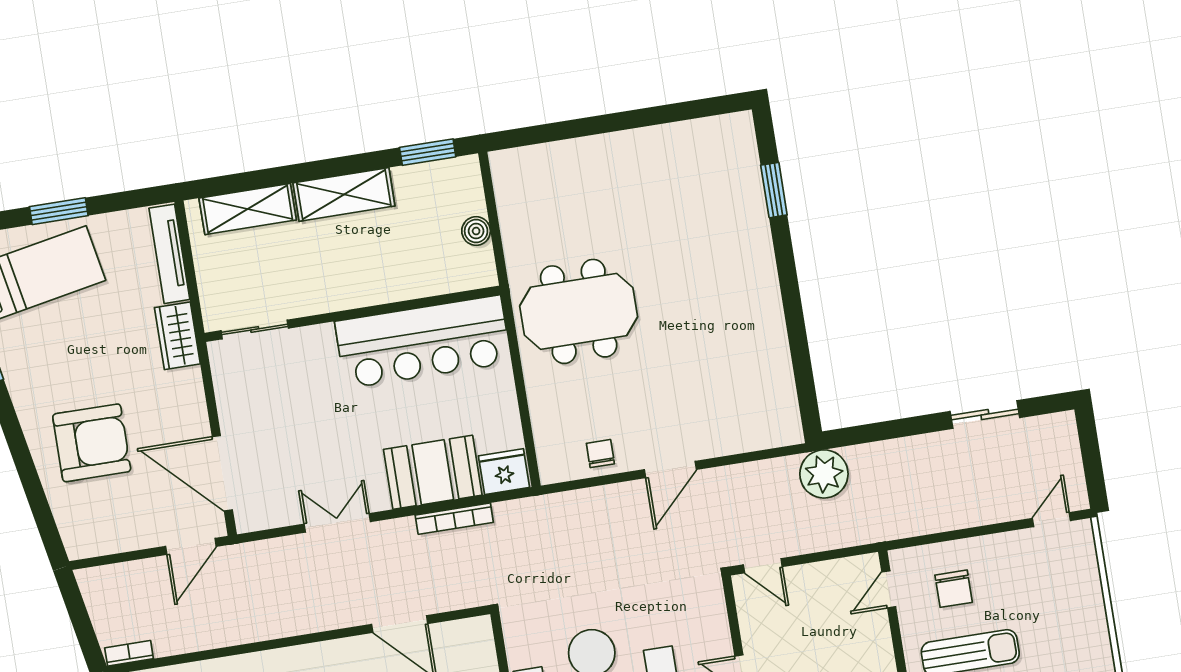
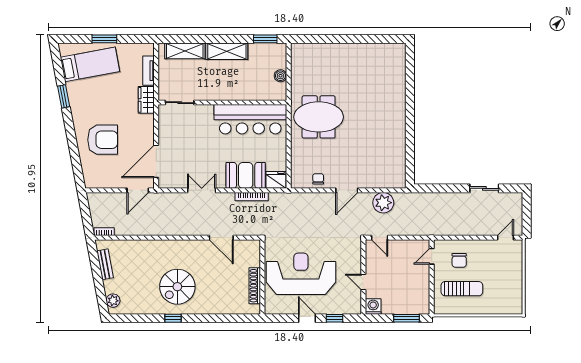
window: (774, 190) -> (410, 79), removed
tv unit: (169, 254) -> (149, 71), width x0.71
door: (222, 473) -> (156, 161), hinge flipped
plant: (824, 474) -> (383, 203), moved

